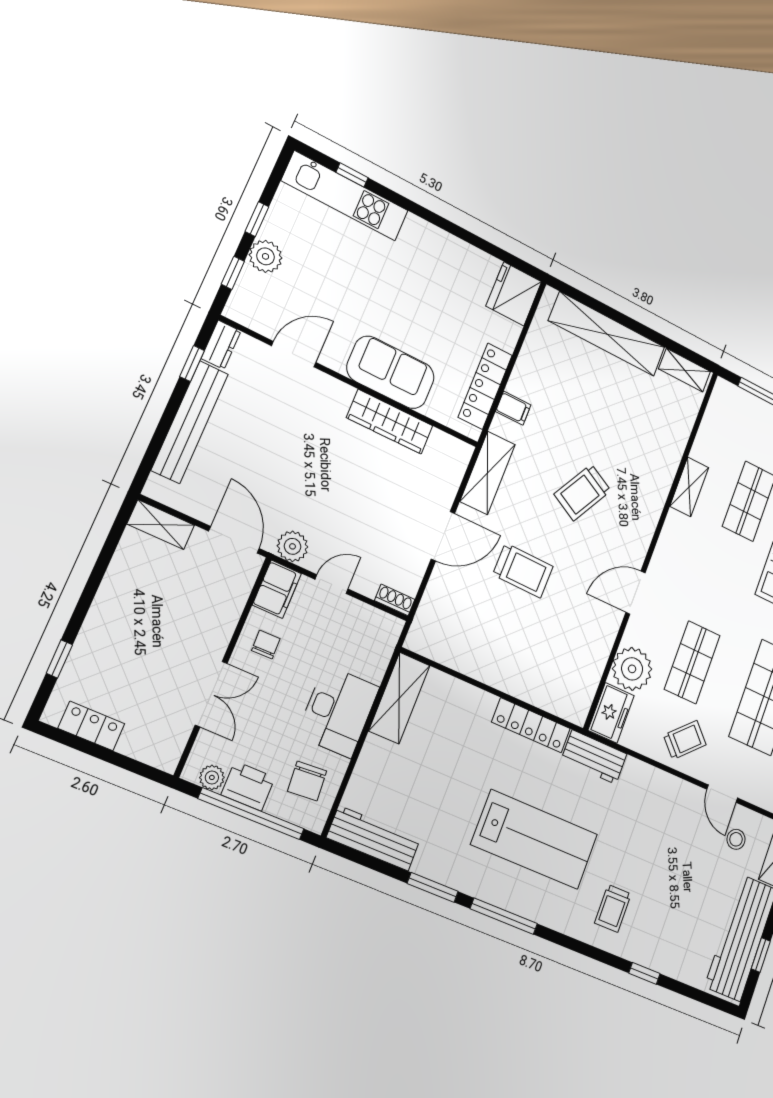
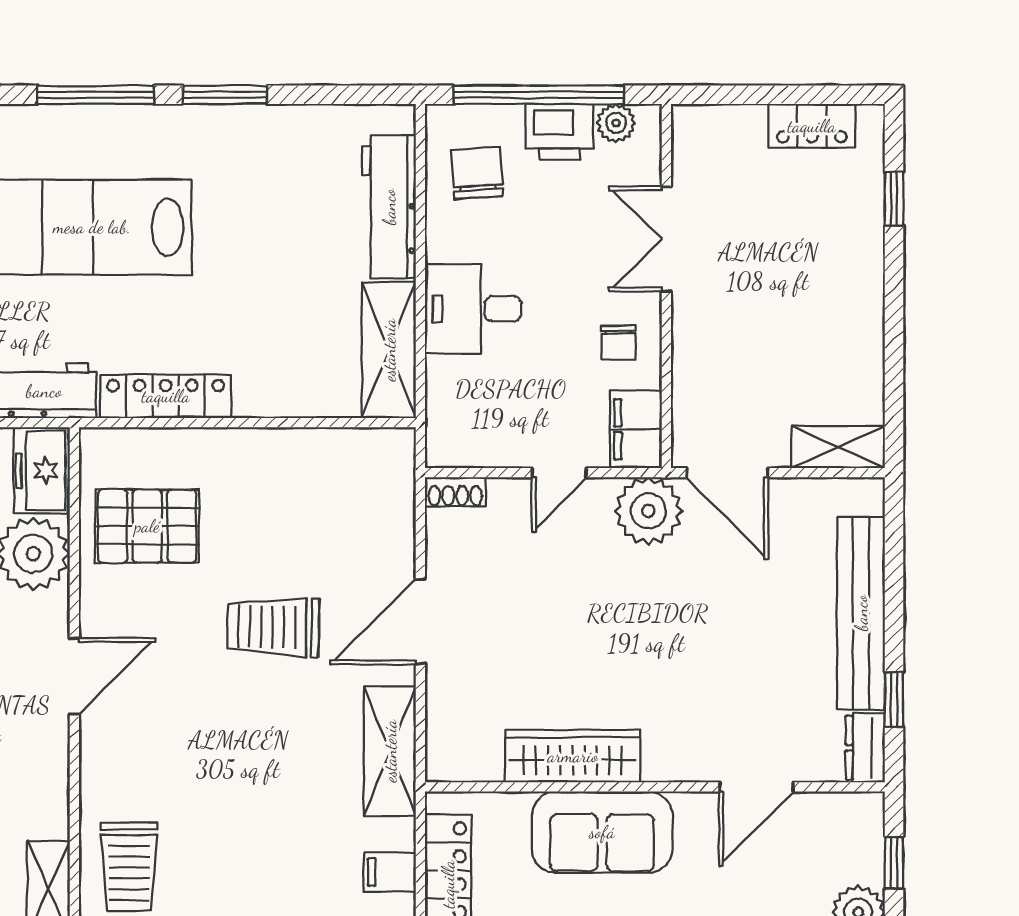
trolley: (583, 492) -> (129, 867), moved, turned 151
plant: (293, 546) -> (648, 511), width x1.36, depth x1.36
pallet: (568, 657) -> (147, 526), added
desk: (338, 711) -> (473, 309), width x0.73
workbench: (374, 838) -> (389, 207), moved, turned 90

